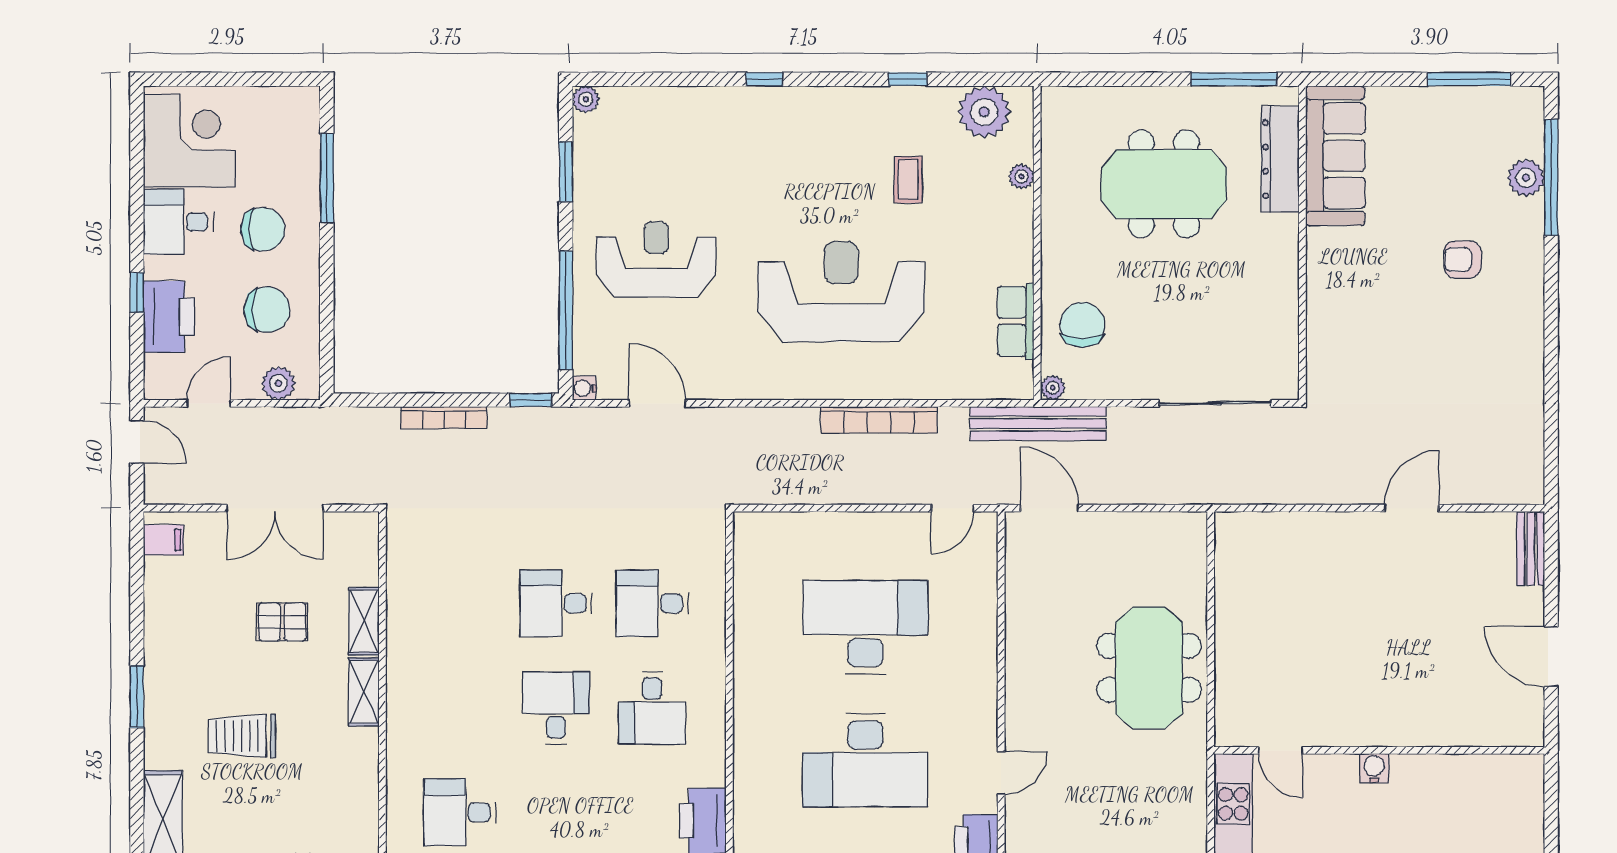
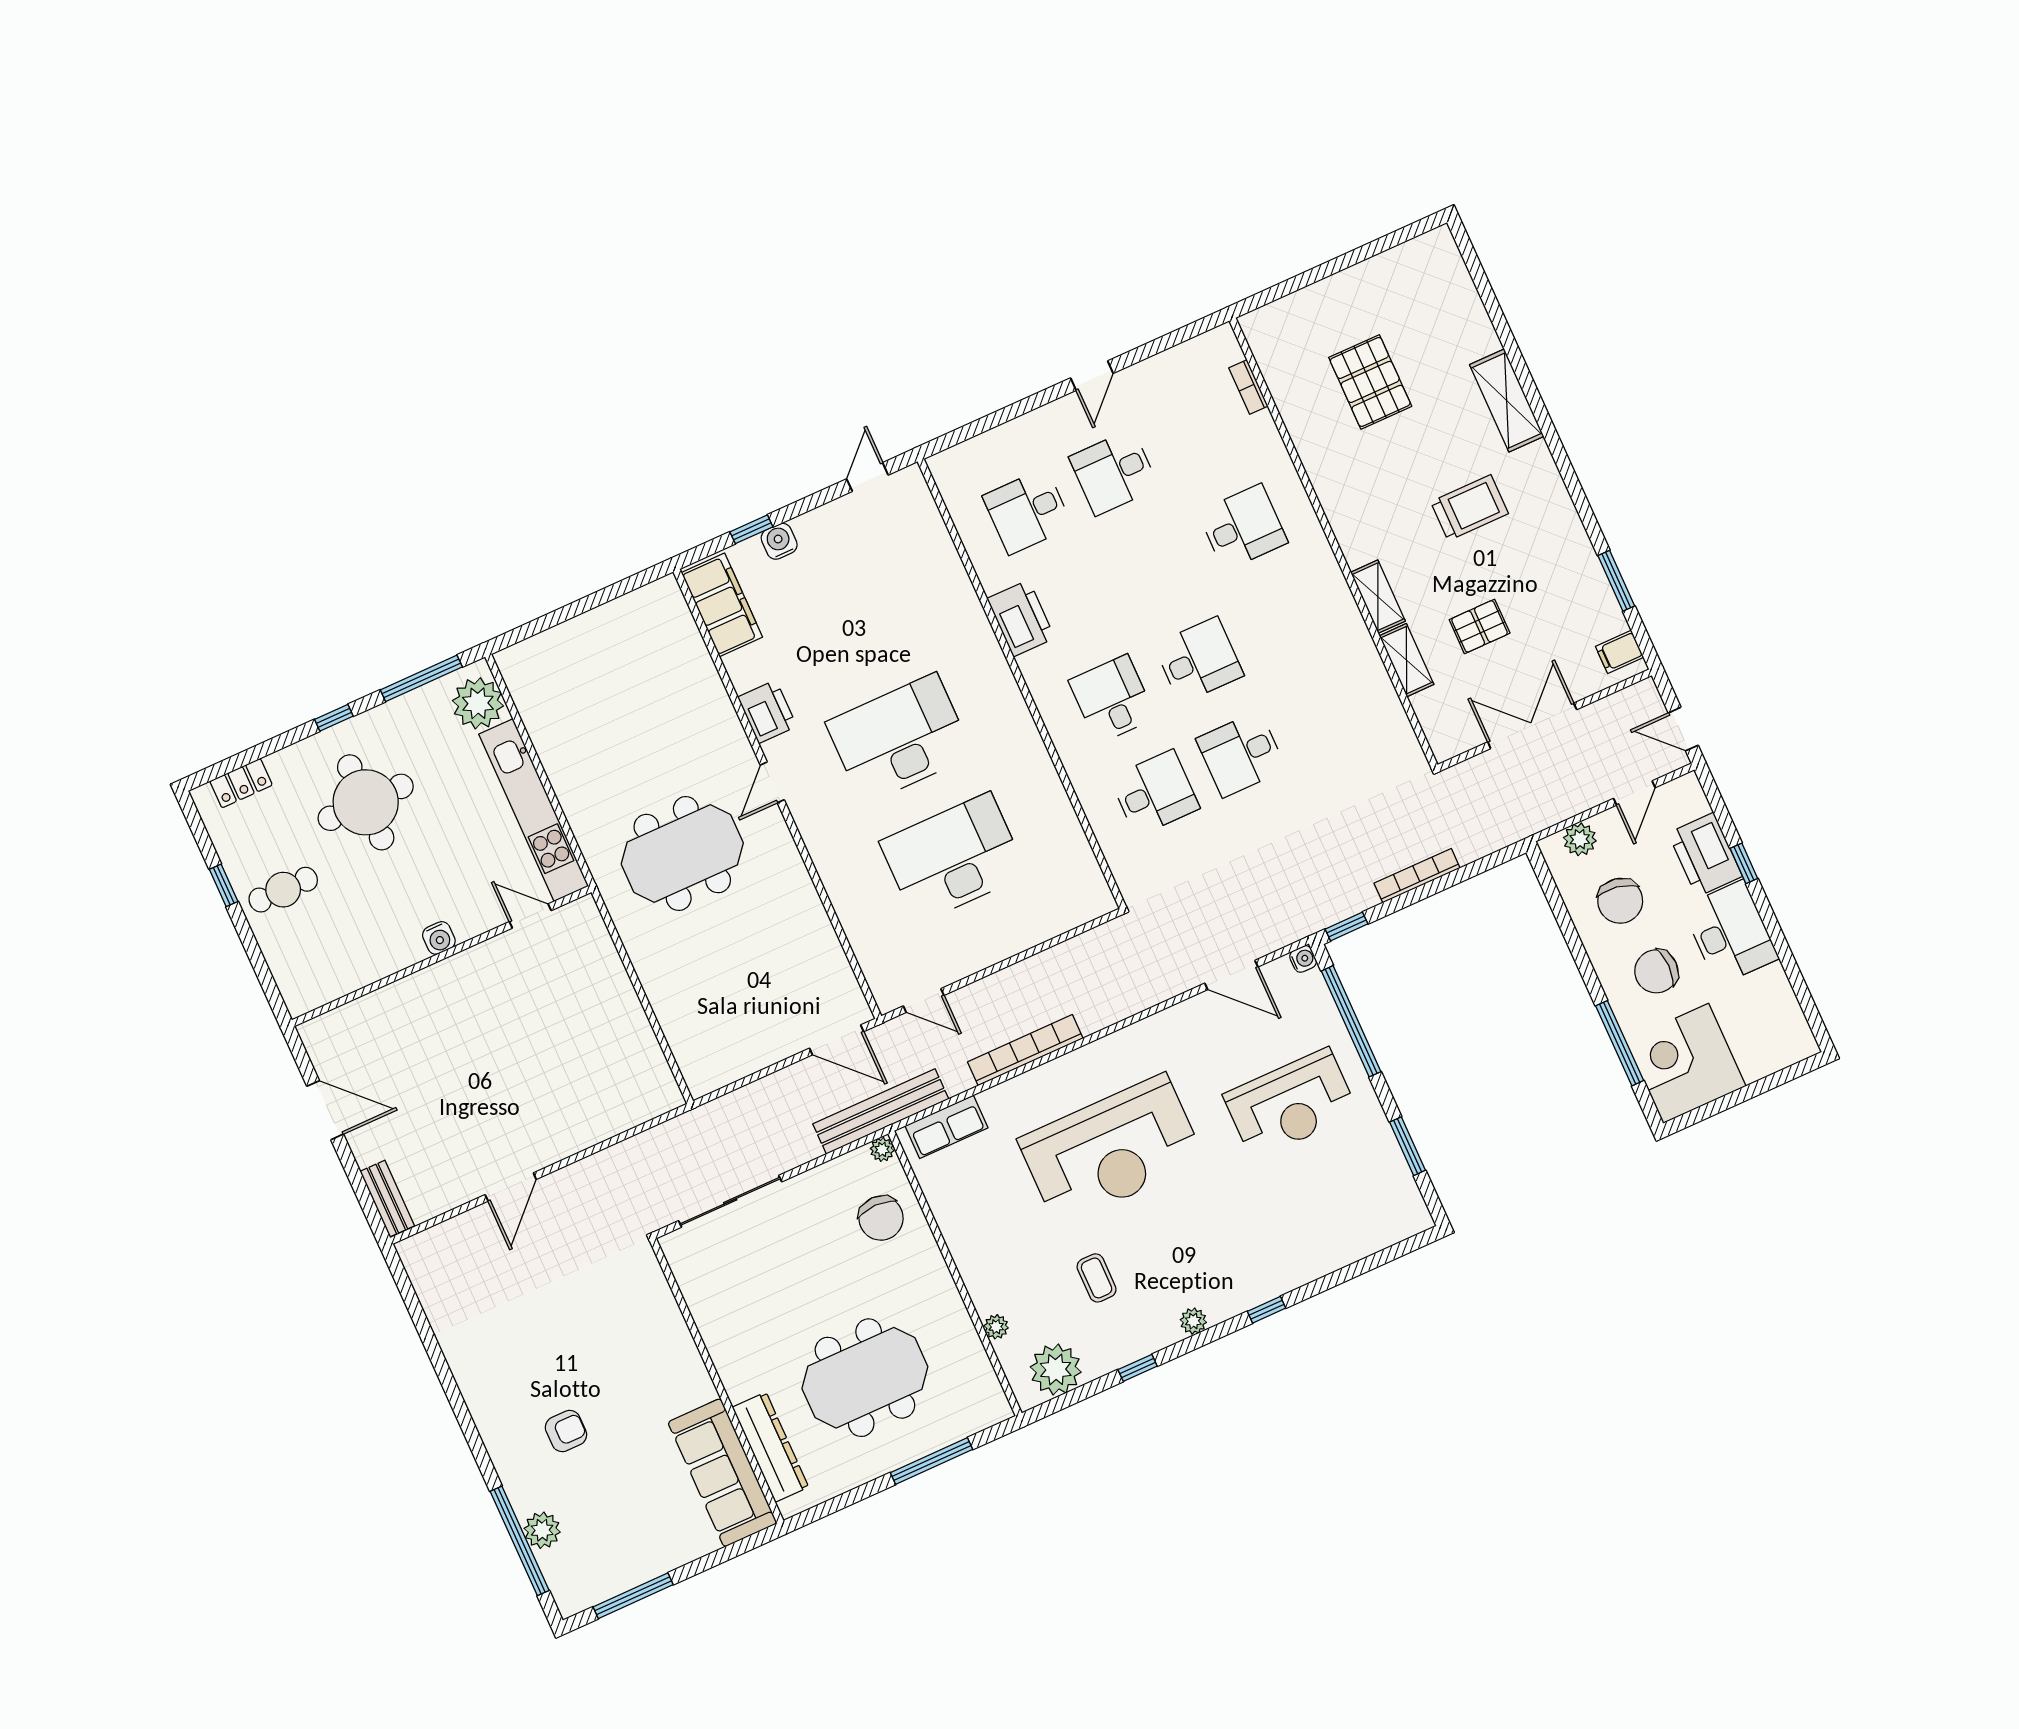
window: (1234, 79) -> (932, 1461), moved
plant: (586, 99) -> (1193, 1321), moved
corner desk: (190, 141) -> (1686, 1063), moved, turned 90
desk: (178, 222) -> (1730, 933), width x1.37
chair: (267, 310) -> (1620, 901), turned -80
row of seats: (1016, 321) -> (946, 1127), moved, turned 90
door: (952, 508) -> (924, 1001), swing flipped
desk: (556, 603) -> (1241, 754), turned 180
desk: (865, 627) -> (953, 858), turned 180
meeting table: (1149, 668) -> (682, 854), moved, turned 90
window: (137, 697) -> (1616, 581), moved
desk: (556, 708) -> (1199, 660), turned -90

